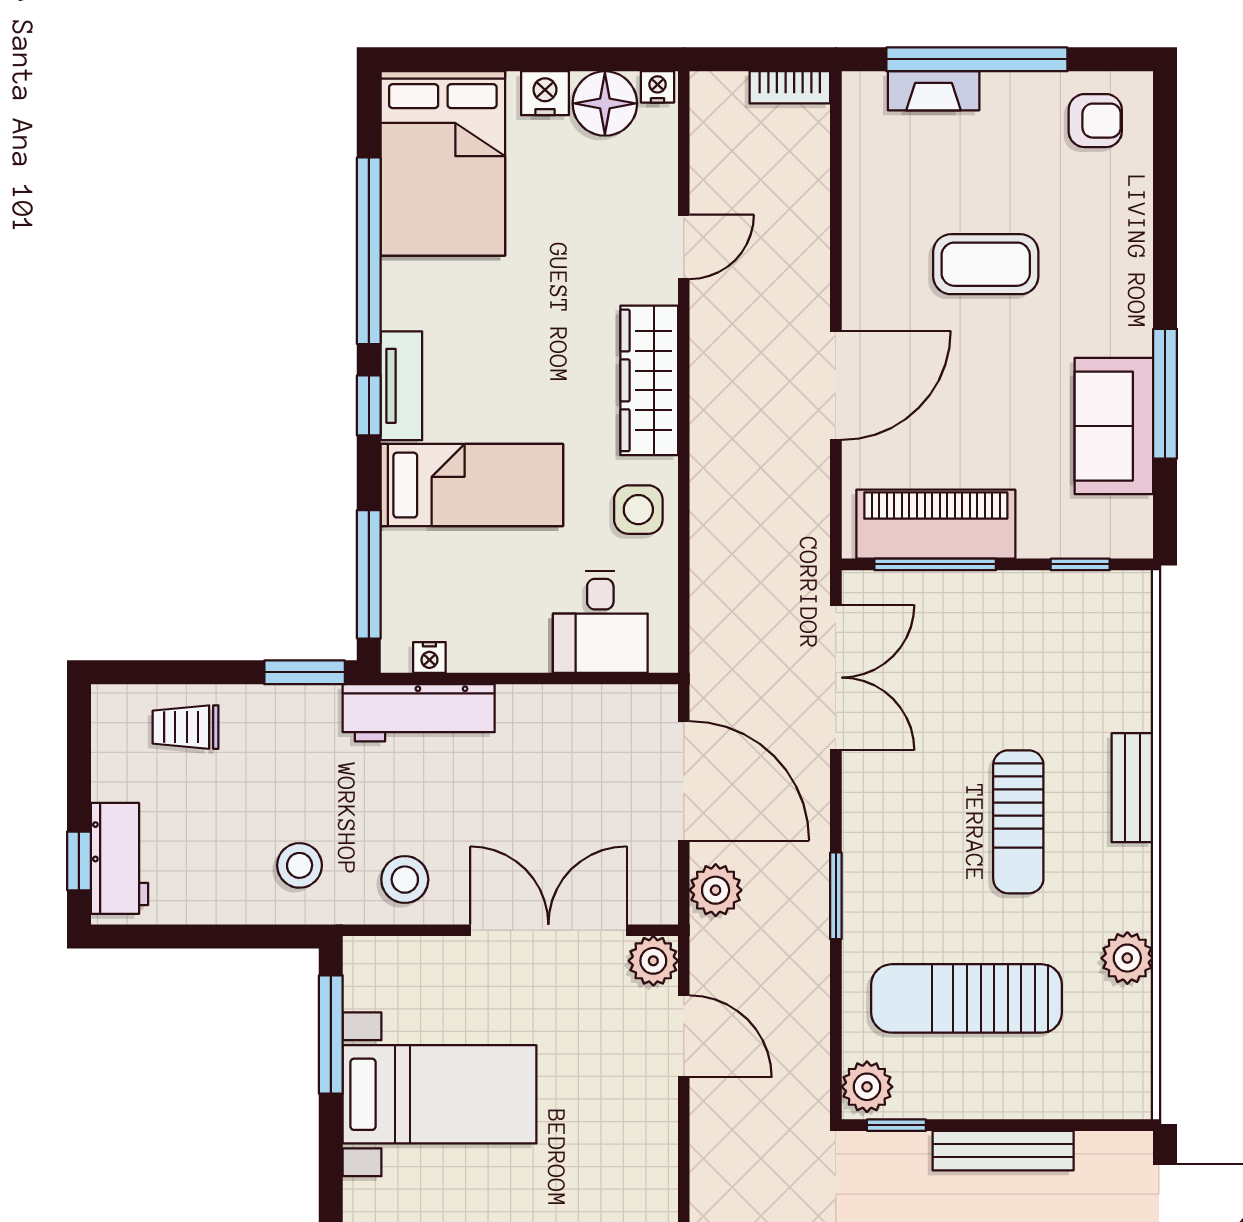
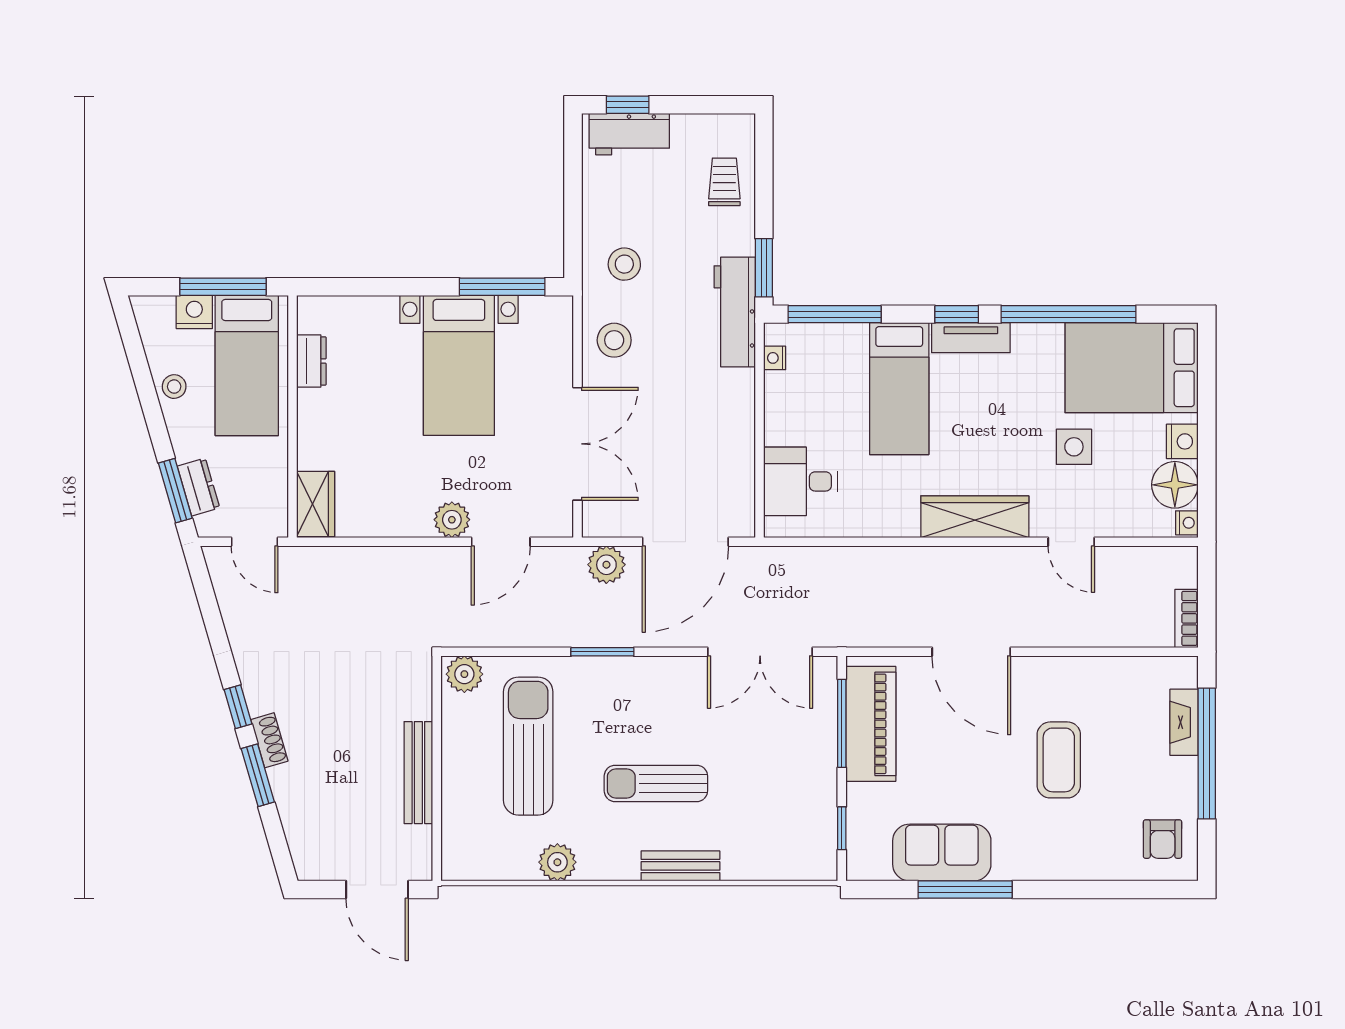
side table: (638, 510) -> (1074, 447), moved
workbench: (419, 713) -> (735, 312), moved
plant: (653, 961) -> (452, 520), moved
window: (896, 1125) -> (437, 695), removed

